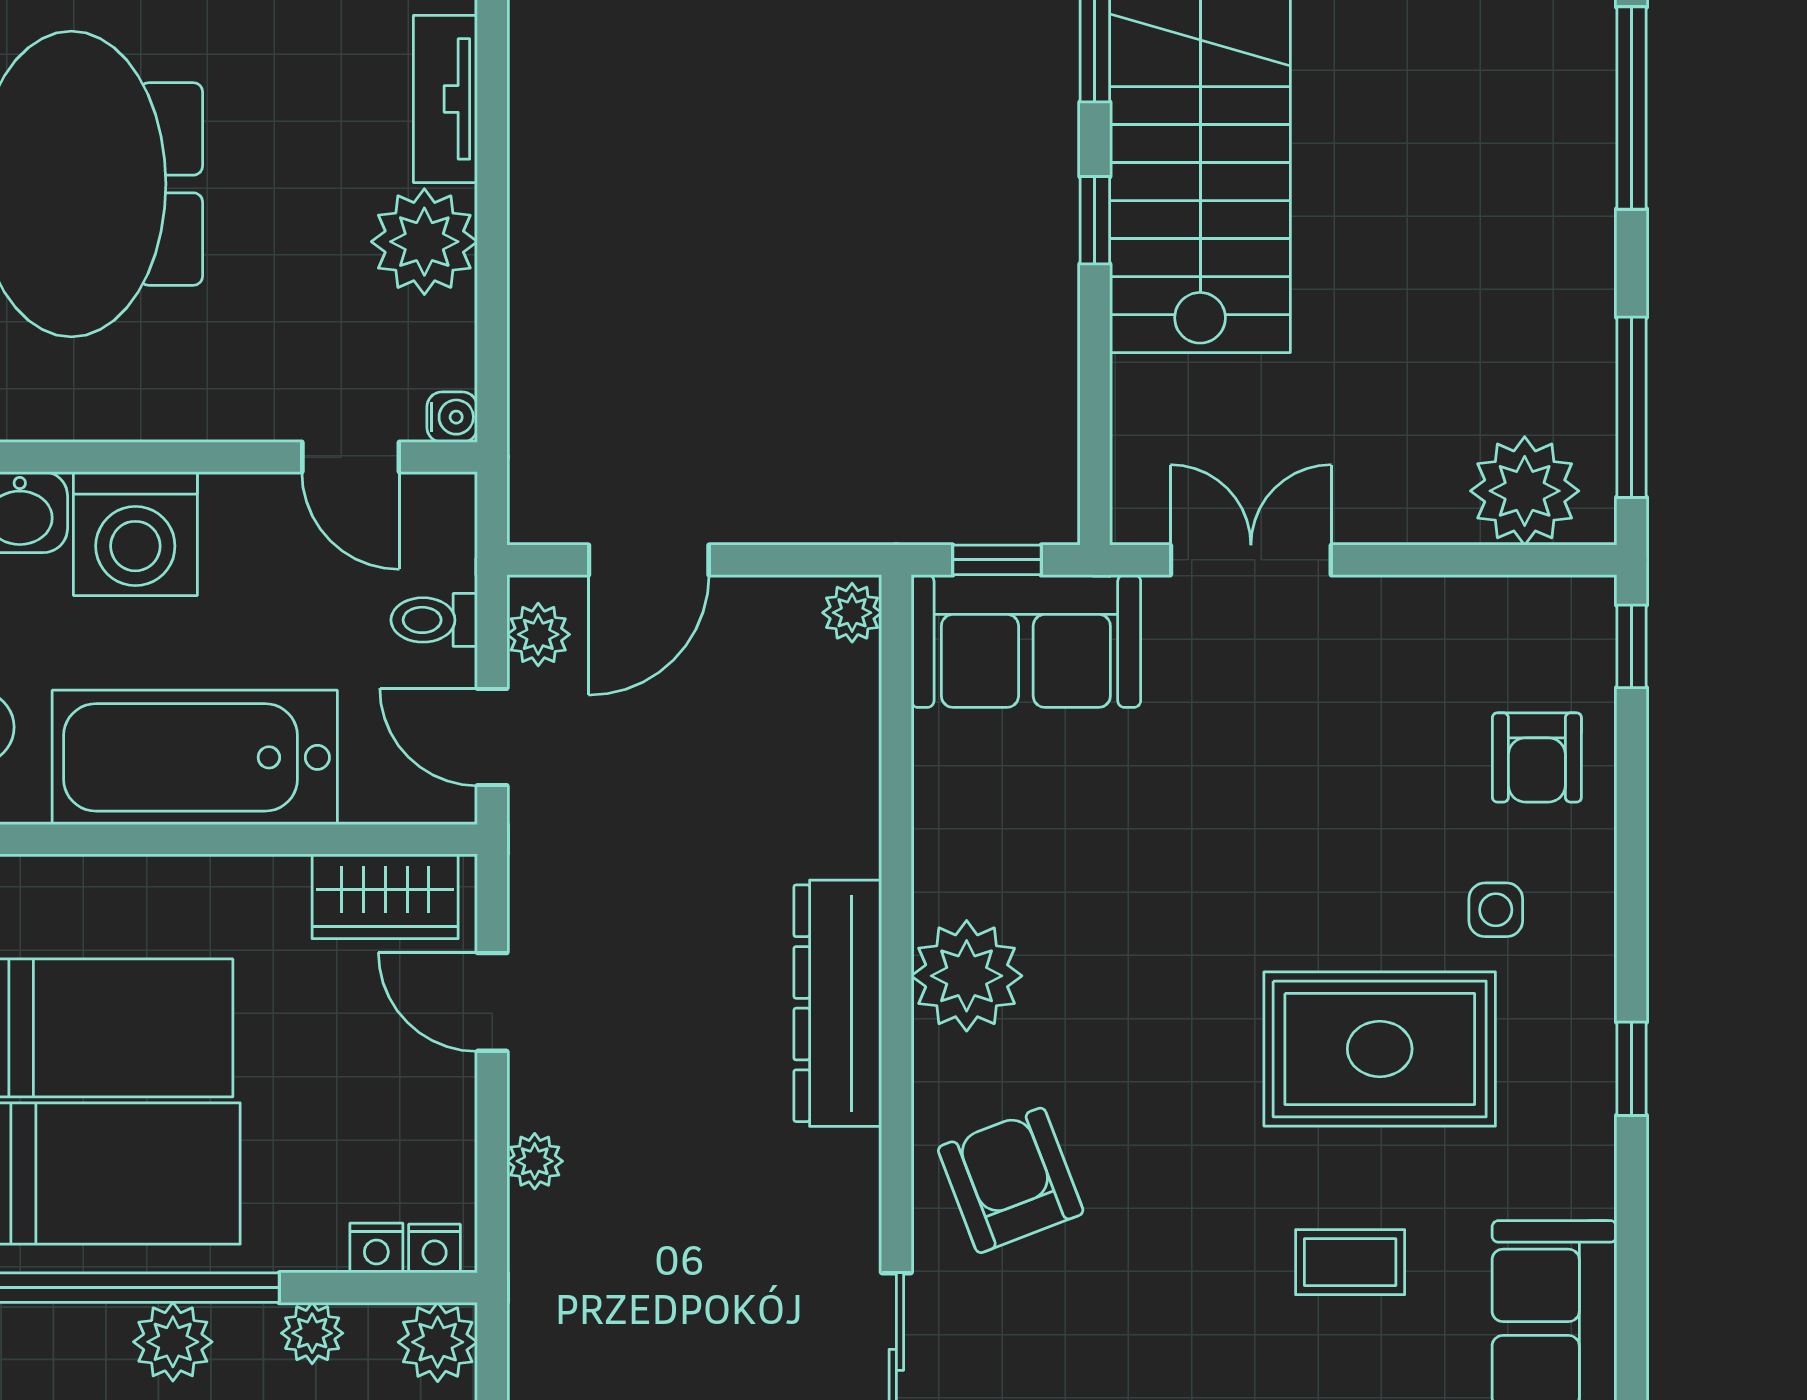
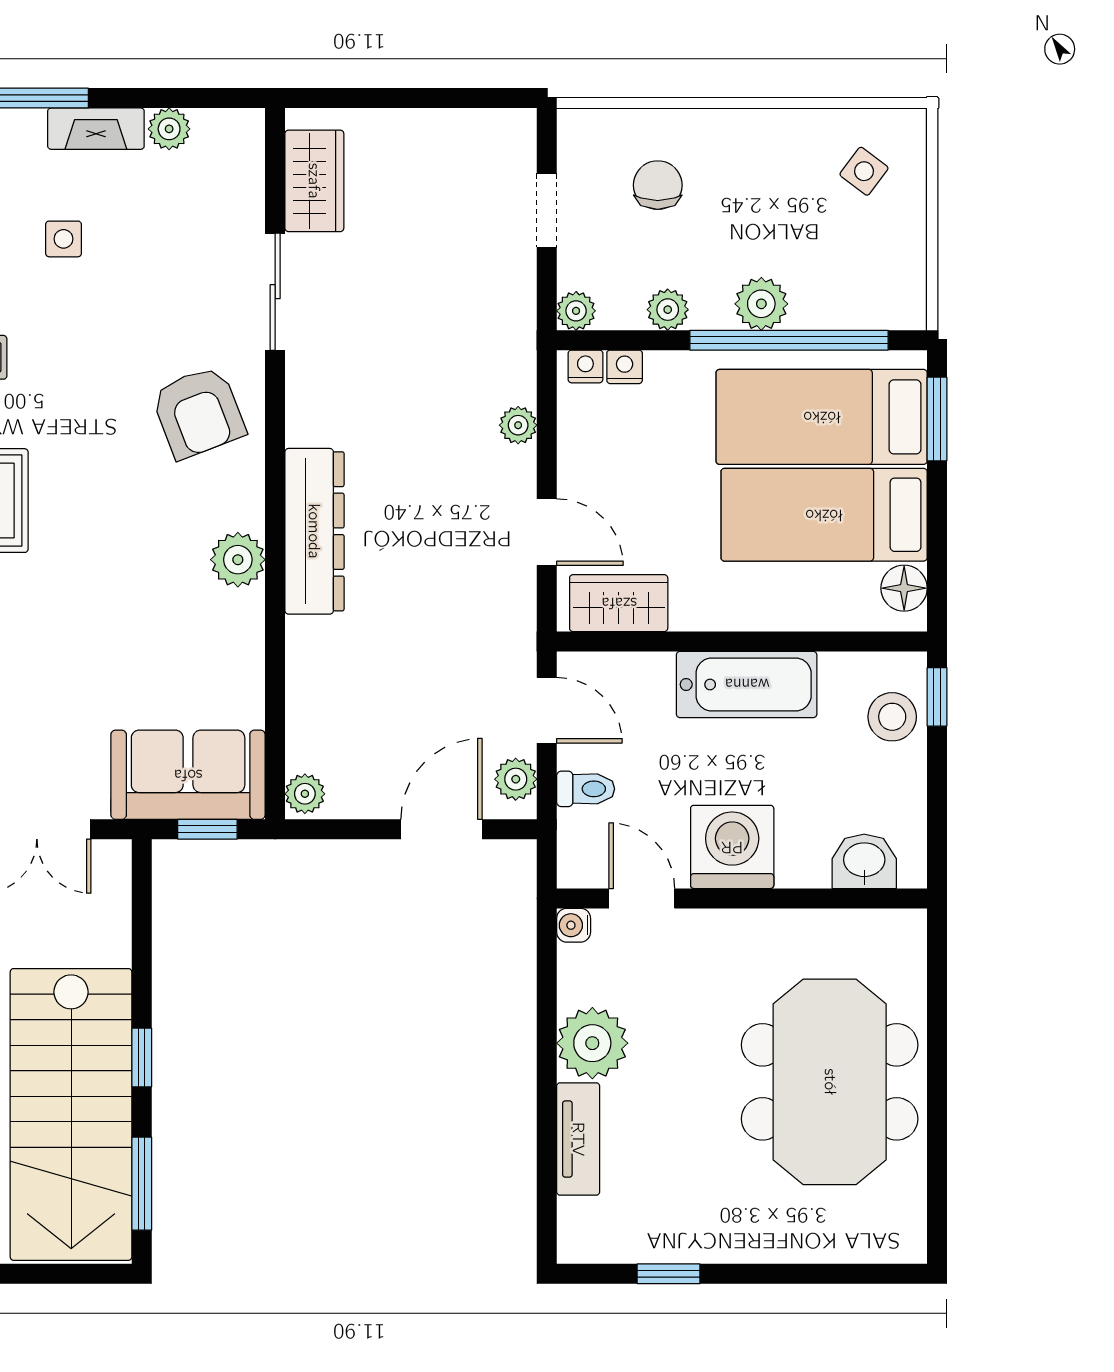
washing machine: (135, 534) -> (732, 847), moved
bathtub: (195, 757) -> (747, 684), width x0.73, depth x0.73
plant: (967, 976) -> (238, 560), width x0.73, depth x0.73
plant: (438, 1342) -> (576, 311), width x0.73, depth x0.73

